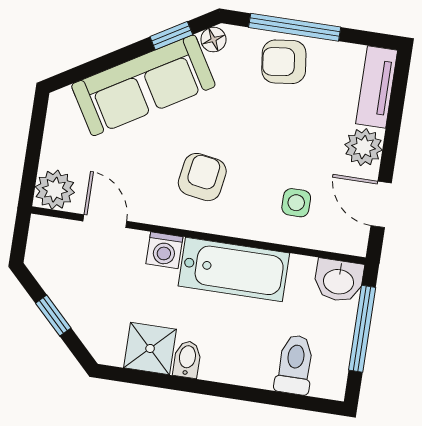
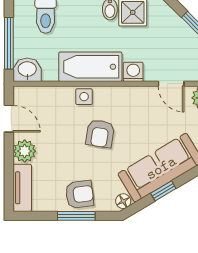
window: (295, 27) -> (76, 216), width x0.69
window: (171, 36) -> (163, 191), moved
armchair: (202, 177) -> (100, 134), moved
side table: (296, 203) -> (84, 97), moved

